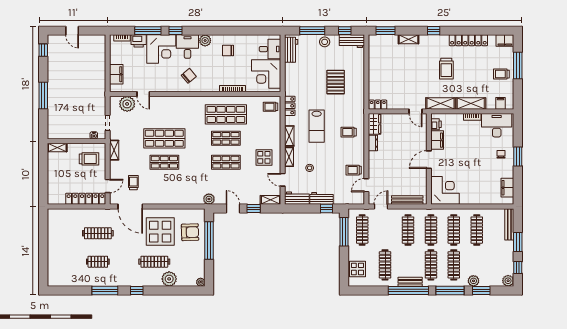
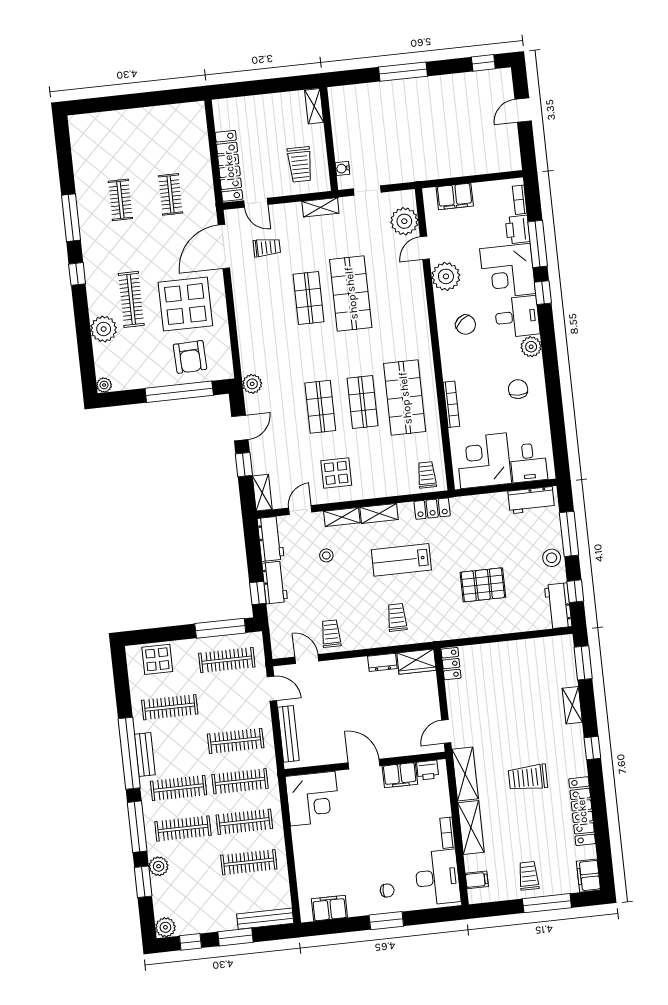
plant: (161, 84) -> (446, 276), added
clothes rail: (98, 233) -> (170, 194), width x0.73

